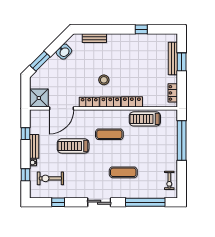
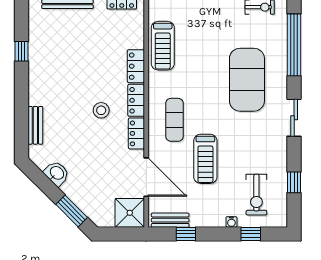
exercise mat: (109, 134) -> (174, 120), moved
bench: (34, 146) -> (170, 220), moved
exercise mat: (123, 172) -> (247, 80), width x2.00, depth x1.45

